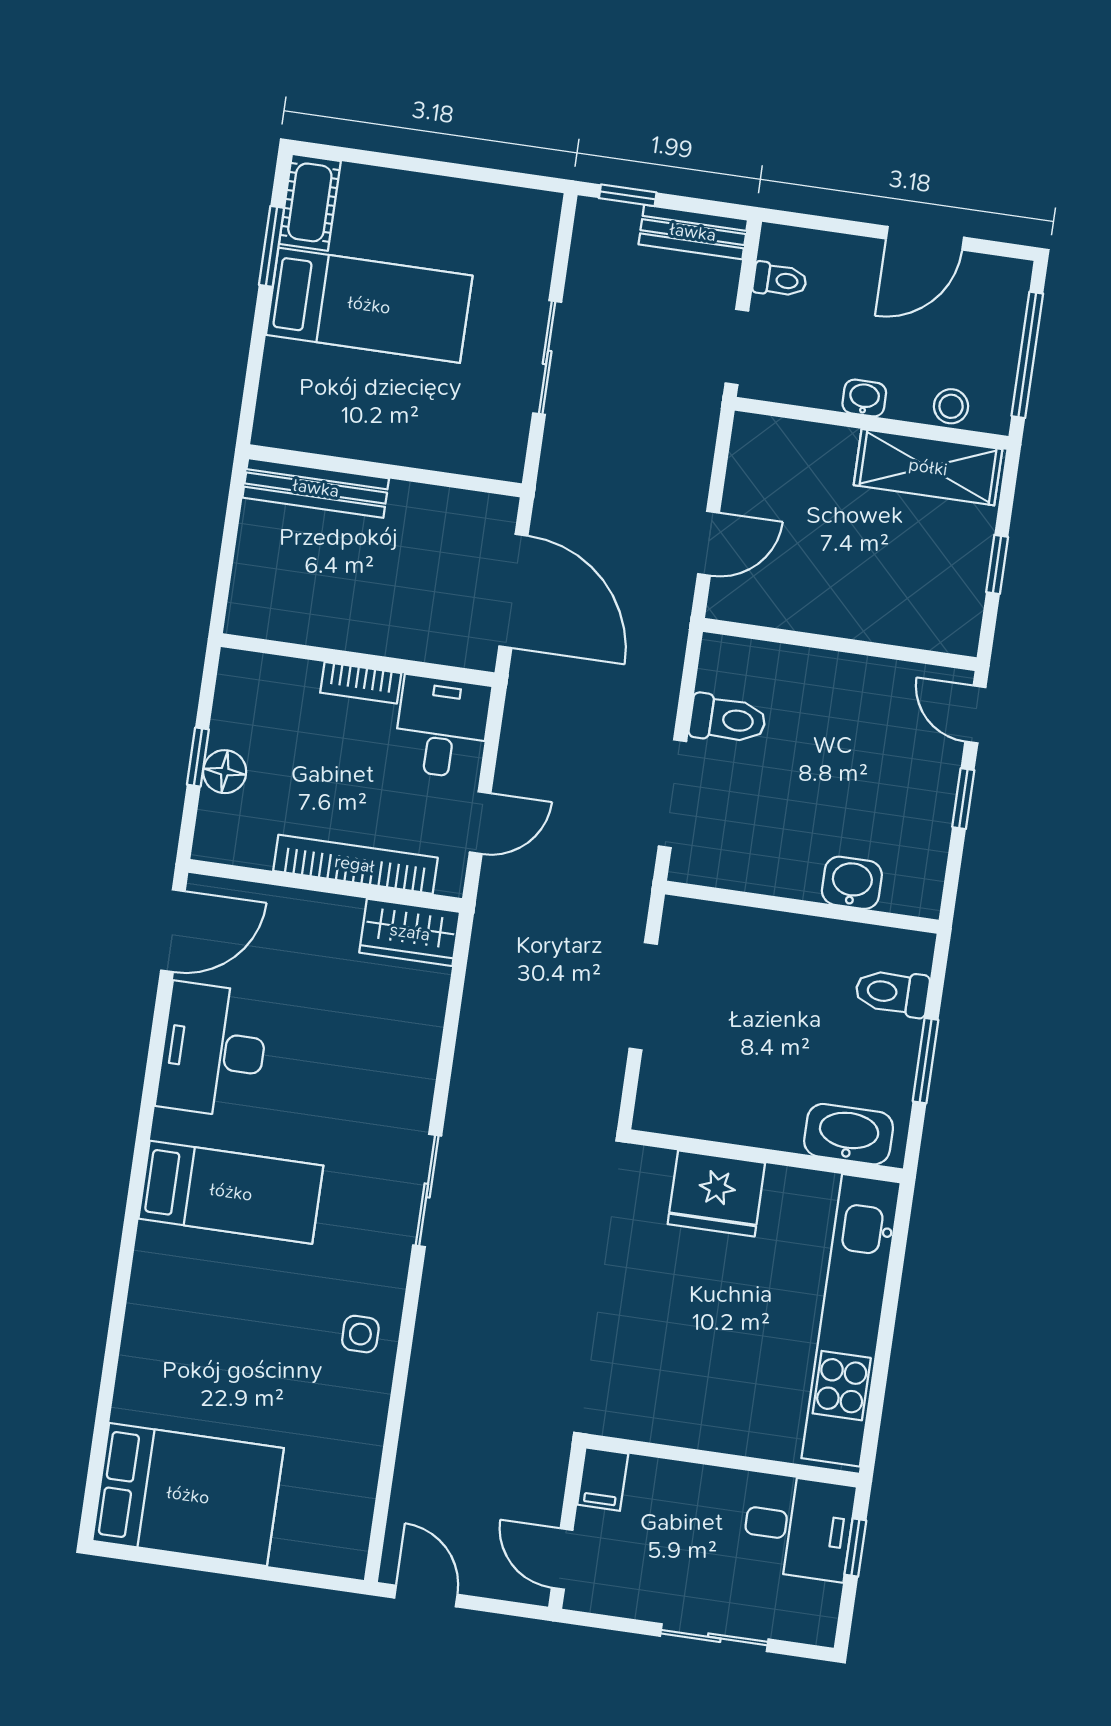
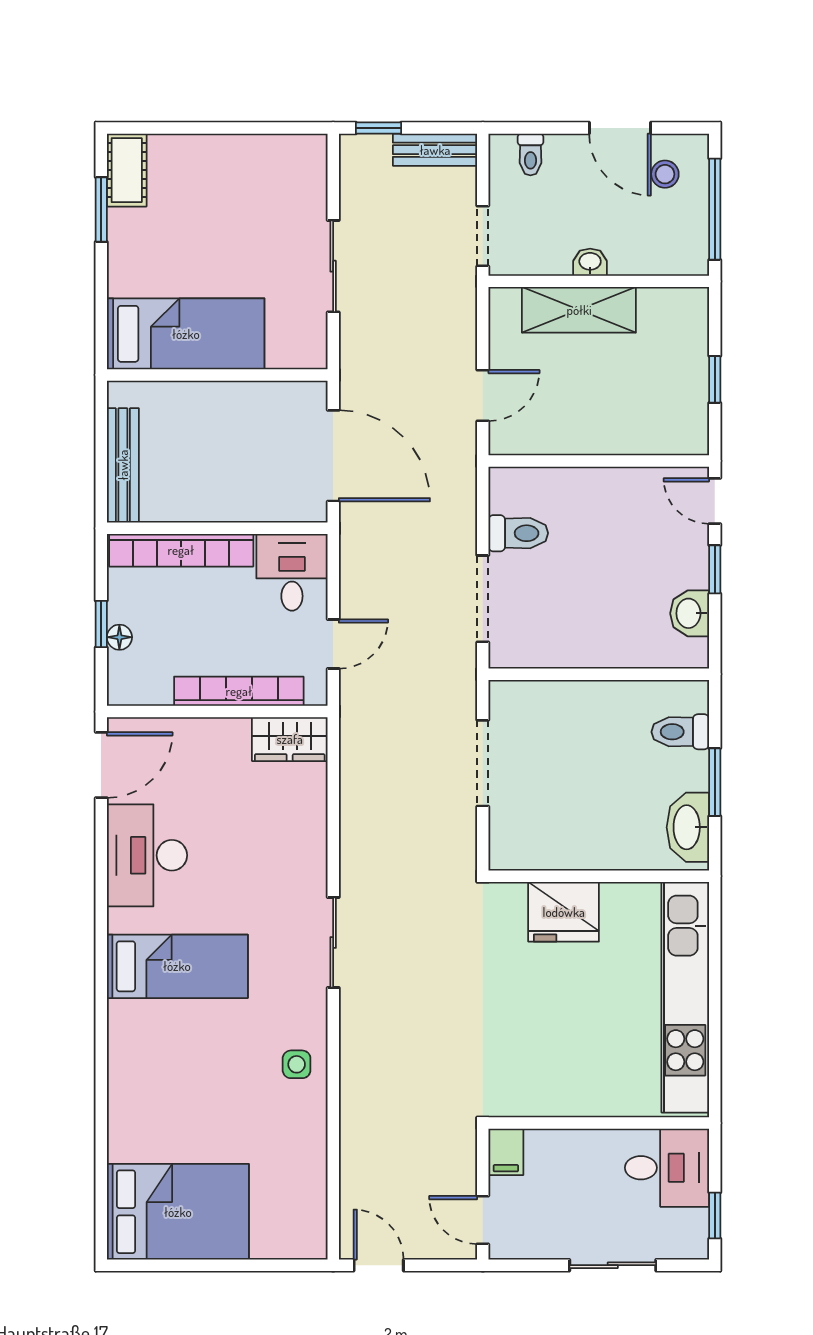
door: (925, 238) -> (620, 128), hinge flipped
toilet: (780, 280) -> (530, 155), moved, turned 90
bed: (369, 305) -> (186, 334), moved
stool: (951, 406) -> (665, 174), moved
shelving: (928, 467) -> (579, 310), moved
bench: (316, 488) -> (123, 465), moved, turned 90
bookcase: (361, 683) -> (181, 550), width x2.31, depth x1.31
floor lamp: (225, 772) -> (119, 637), width x0.73, depth x0.73
washbasin: (852, 883) -> (690, 613), moved, turned -90
washbasin: (849, 1134) -> (688, 827), moved, turned -90
window: (855, 1548) -> (715, 1215), moved

